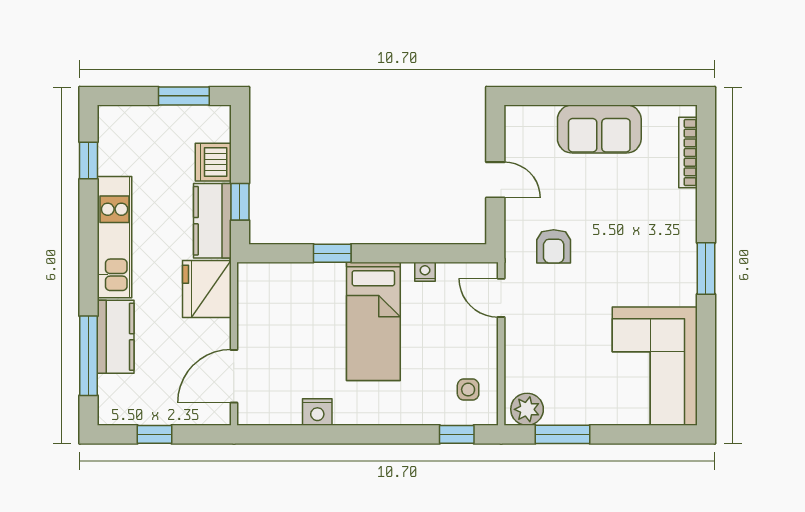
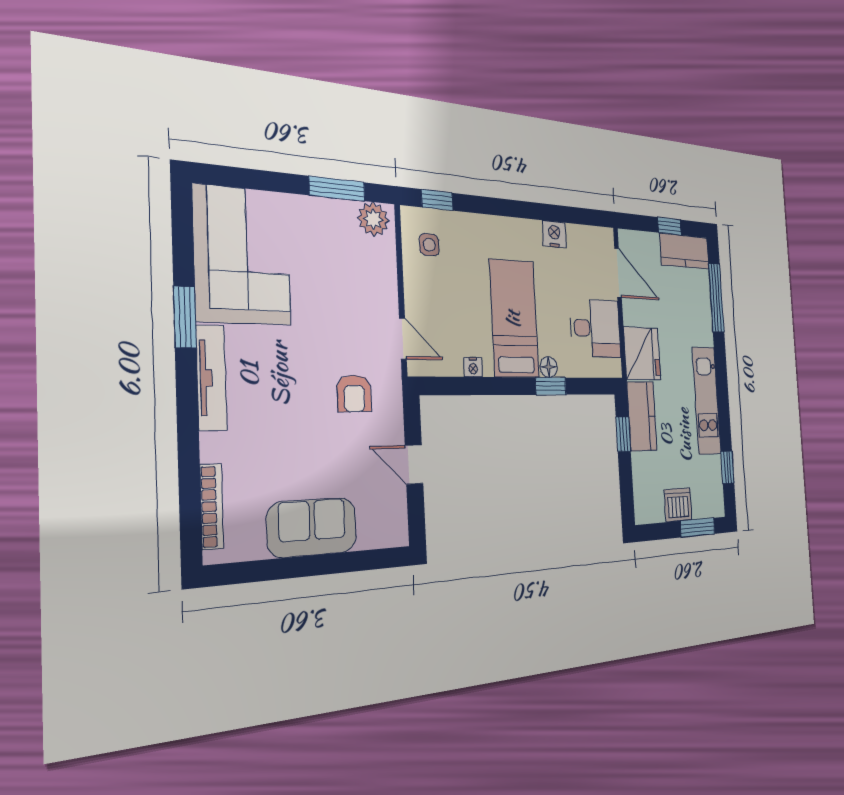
window: (184, 96) -> (698, 527), moved
dishwasher: (213, 162) -> (678, 505), moved, turned -90
armchair: (554, 246) -> (354, 393), turned 180
tv unit: (685, 260) -> (211, 378), added
window: (706, 268) -> (185, 317), moved
floor lamp: (334, 273) -> (549, 367), added
desk: (270, 315) -> (595, 328), added
kitchen counter: (116, 337) -> (684, 251), moved, turned -90
door: (234, 376) -> (618, 273), hinge flipped

